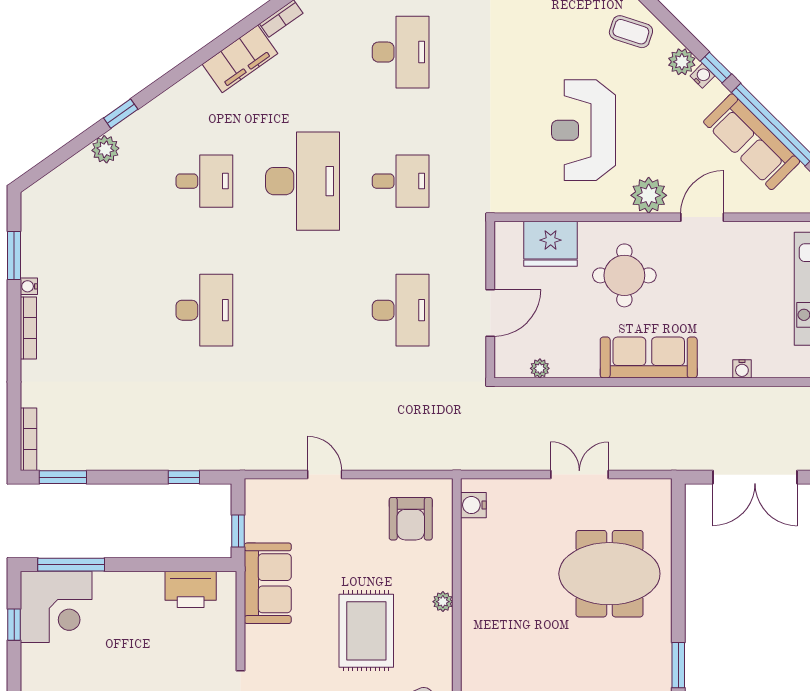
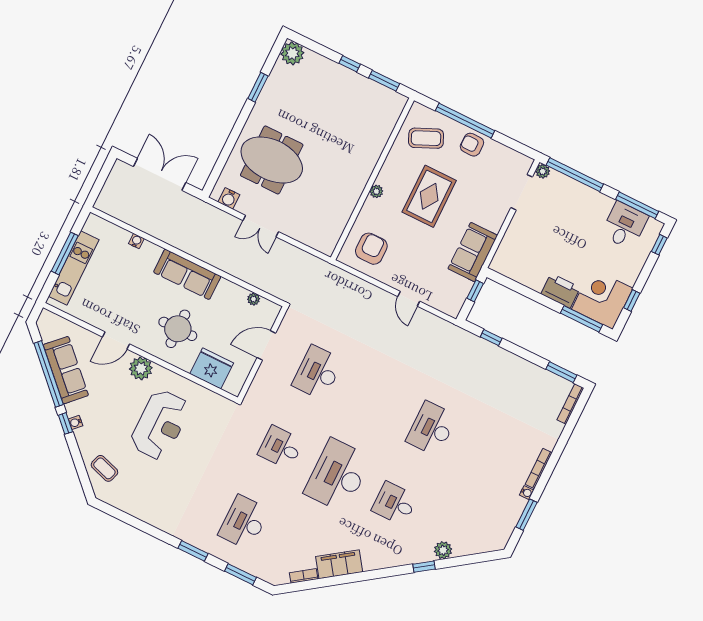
plant: (682, 62) -> (84, 436), removed
water cooler: (473, 505) -> (229, 198), moved, turned 90
printer: (191, 589) -> (561, 291), moved

